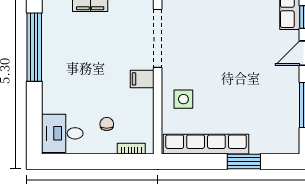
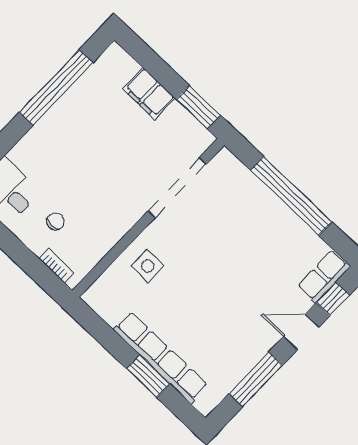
filing cabinet: (142, 79) -> (127, 211), removed
row of seats: (206, 144) -> (160, 357), moved

